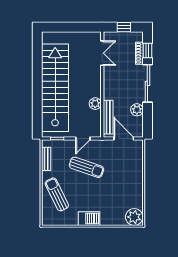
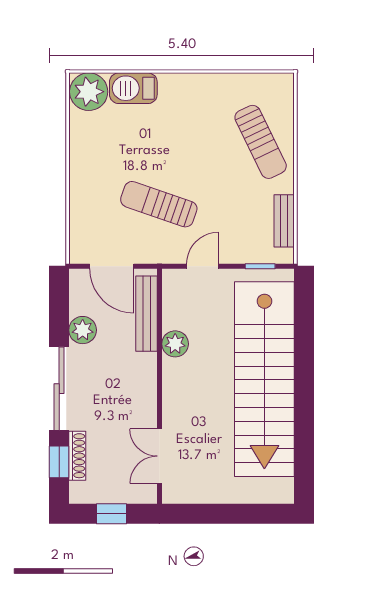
sun lounger: (86, 167) -> (159, 204), moved
barbecue: (89, 219) -> (133, 88), moved

